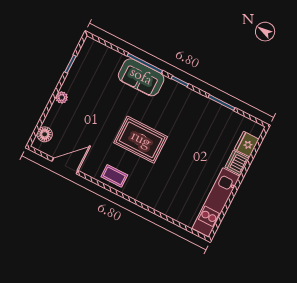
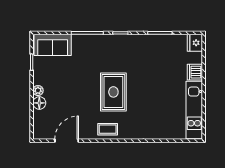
sofa: (141, 77) -> (53, 45), moved
floor lamp: (45, 134) -> (39, 103), moved
rug: (141, 140) -> (113, 92), turned 90
fridge: (247, 144) -> (195, 43), moved

